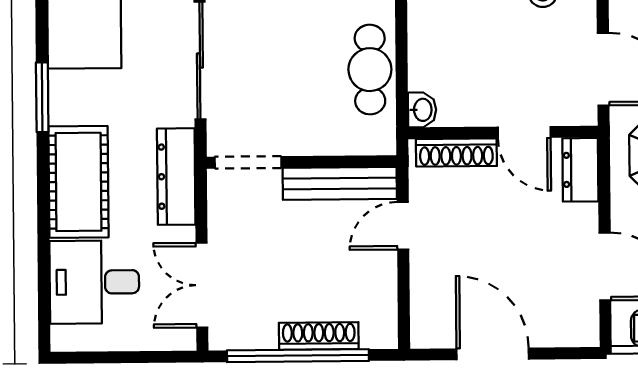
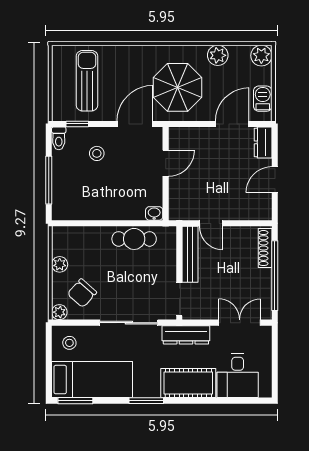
shoe rack: (456, 153) -> (175, 197), removed
dresser: (580, 170) -> (263, 142), moved, turned 90
double door: (202, 285) -> (240, 323), swing flipped
shoe rack: (319, 336) -> (265, 248), moved
door: (493, 354) -> (275, 180), width x0.73

